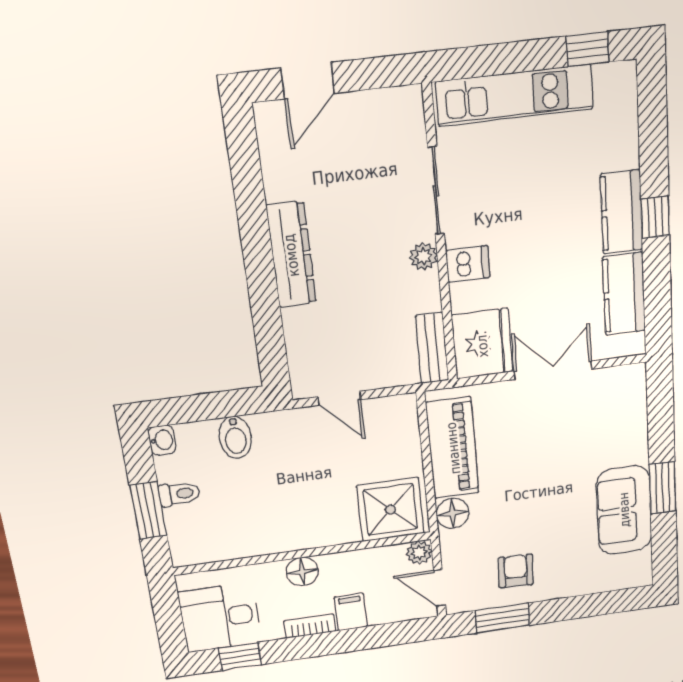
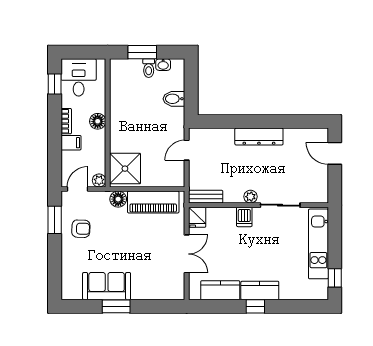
fridge: (482, 344) -> (197, 217), width x0.53, depth x0.75
washbasin: (162, 440) -> (163, 65), moved

